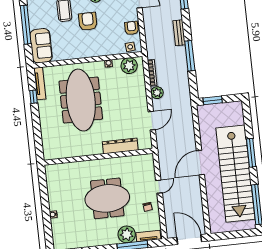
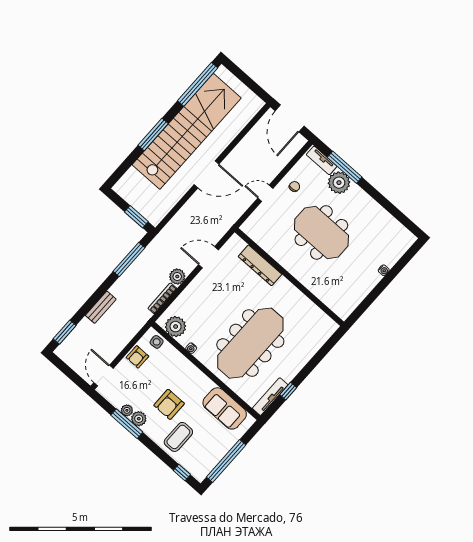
sofa: (41, 46) -> (225, 408), moved, turned -90
window: (190, 56) -> (129, 260), moved

